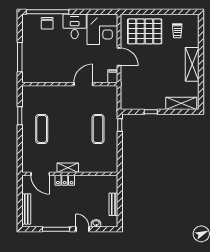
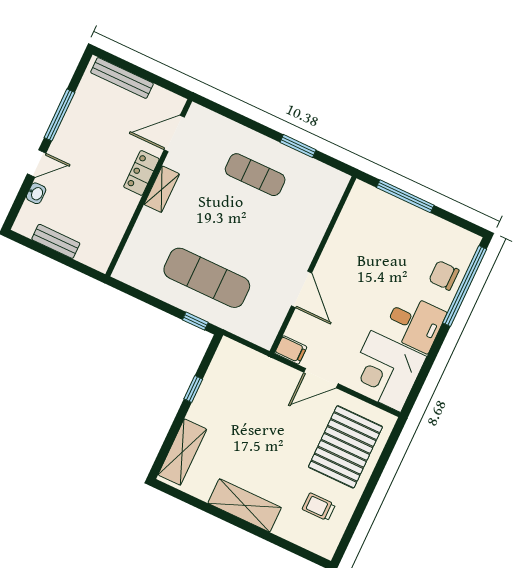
exercise mat: (98, 129) -> (207, 278), width x1.36, depth x1.45

